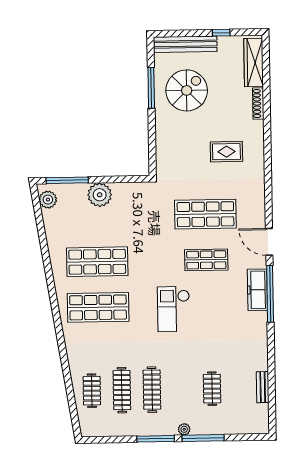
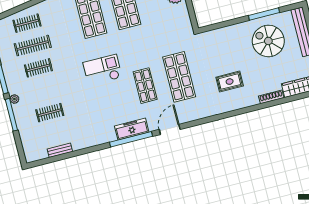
spiral stairs: (187, 90) -> (268, 41), turned 180
rug: (226, 152) -> (230, 82), turned 90
clothes rail: (152, 390) -> (38, 68), width x0.73

